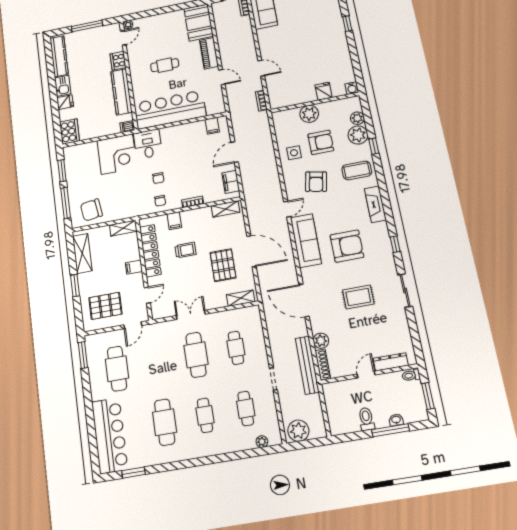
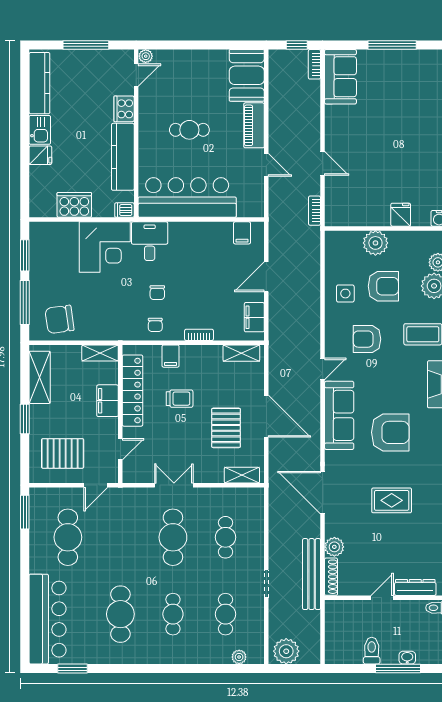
cooker: (69, 131) -> (74, 205), moved, turned -90
armchair: (316, 182) -> (367, 339), turned 79
filing cabinet: (134, 267) -> (108, 401), width x2.00

